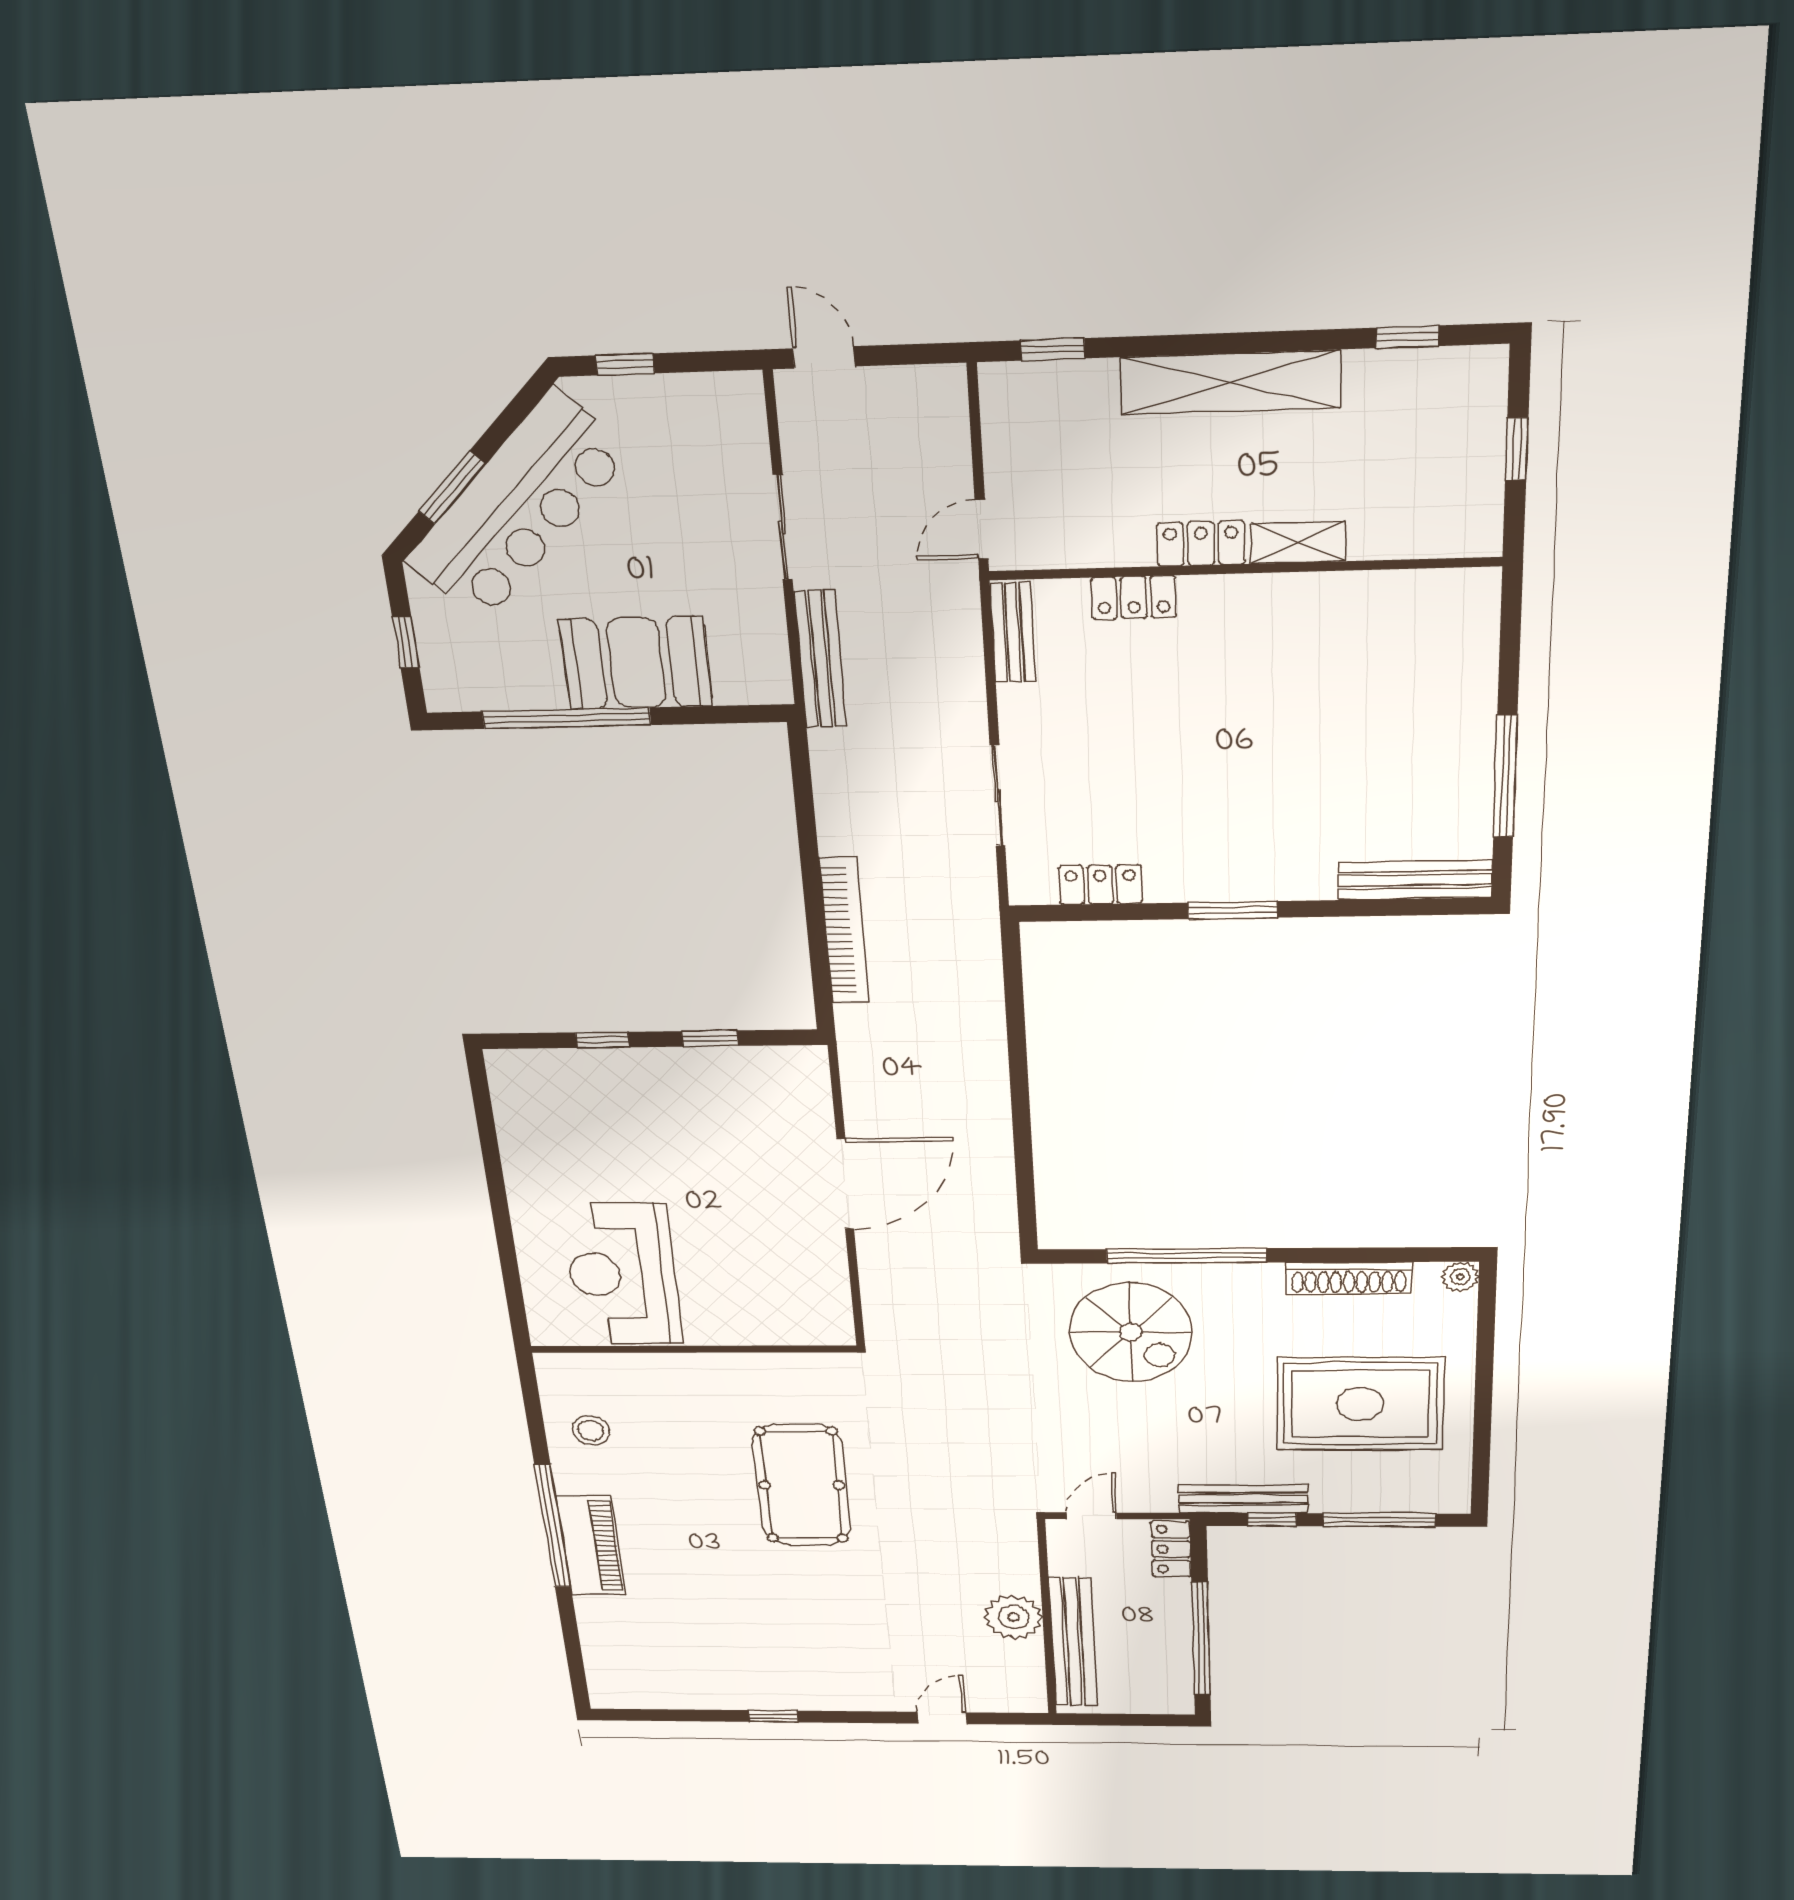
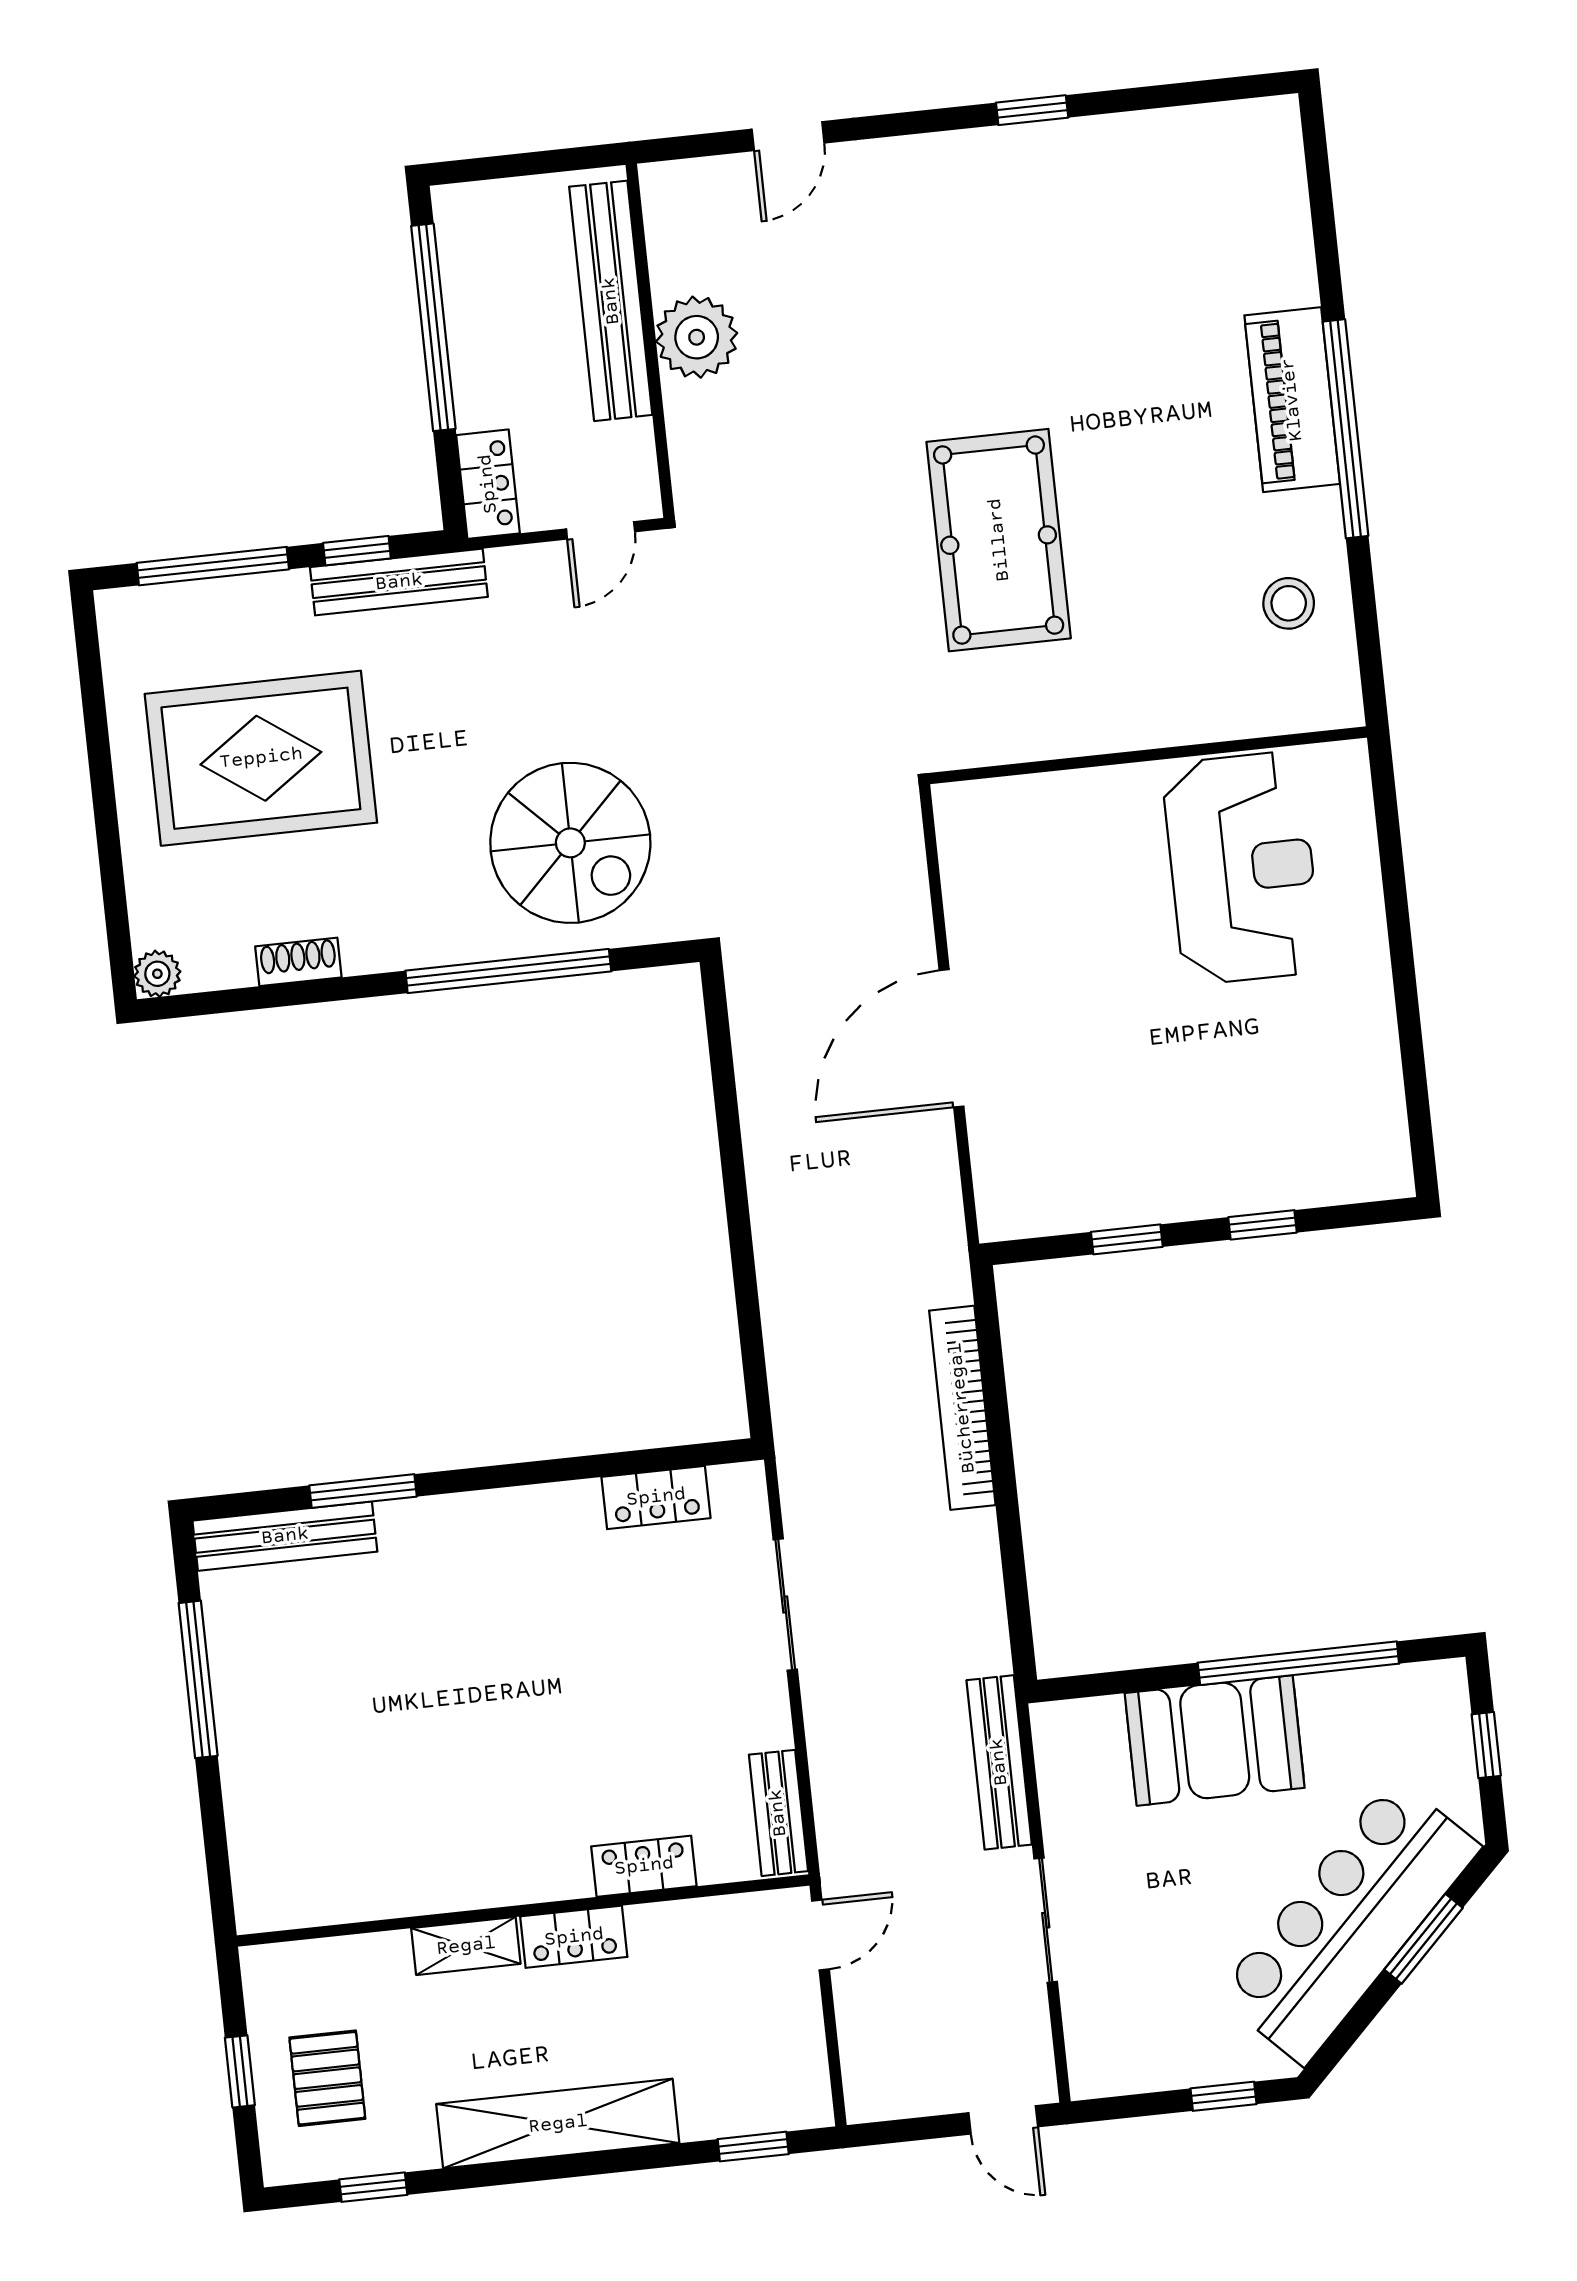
pallet: (1437, 437) -> (327, 2078), added
window: (1233, 910) -> (363, 1491), moved
shoe rack: (1349, 1278) -> (298, 962), width x0.51, depth x0.81
spiral stairs: (1131, 1332) -> (570, 843), turned 180

